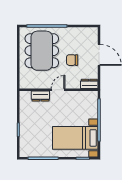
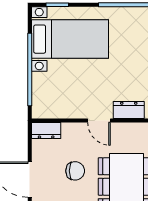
door: (58, 90) -> (99, 120), hinge flipped

